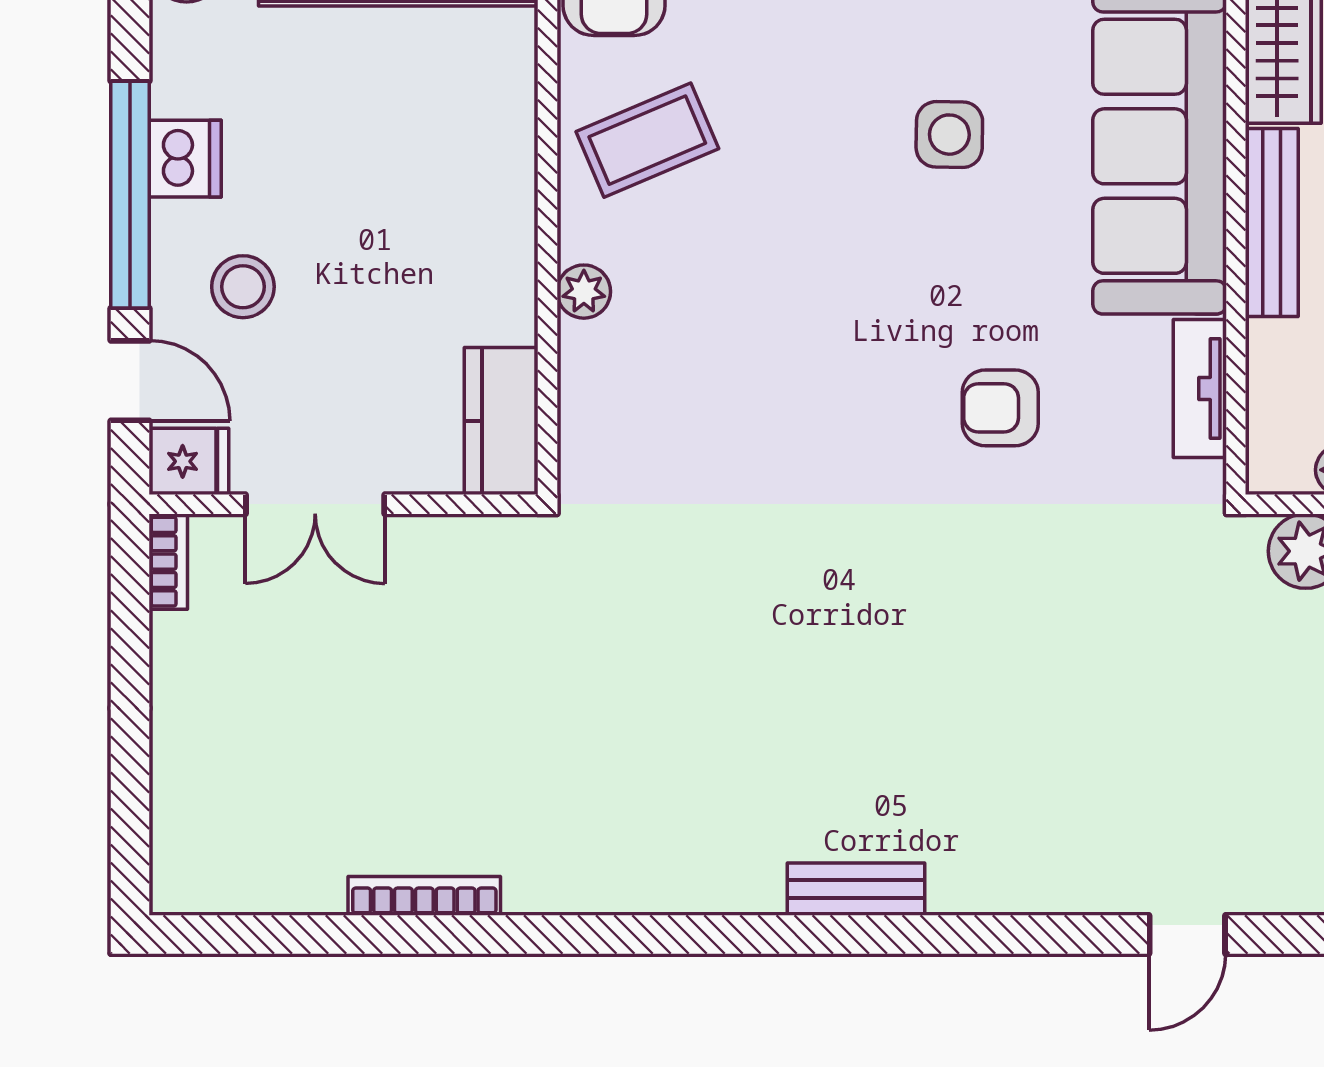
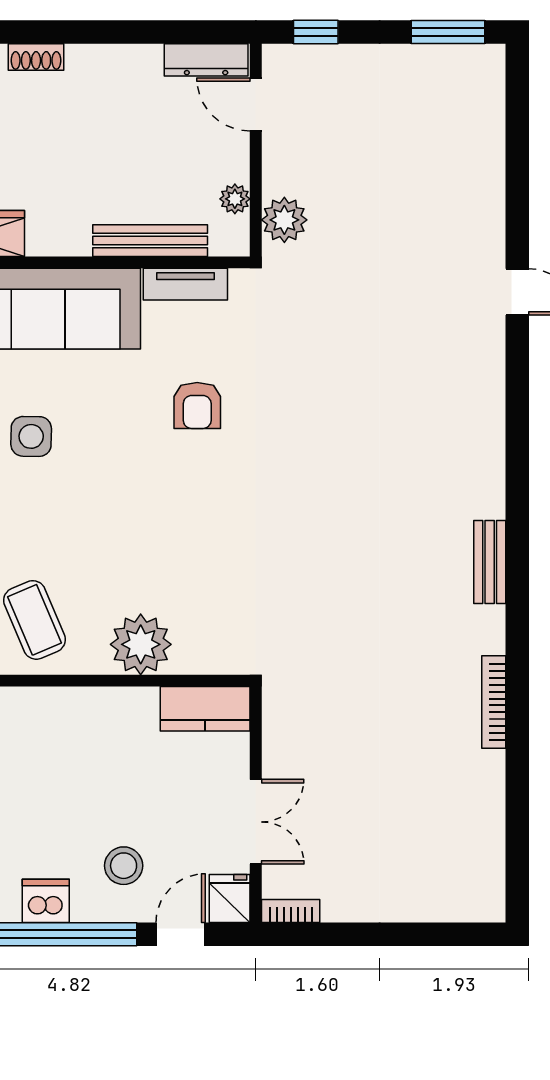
bench: (1272, 223) -> (150, 241), moved
plant: (584, 292) -> (141, 644), width x1.87, depth x1.87
bench: (856, 889) -> (490, 562), moved
bookcase: (424, 896) -> (494, 702), moved

